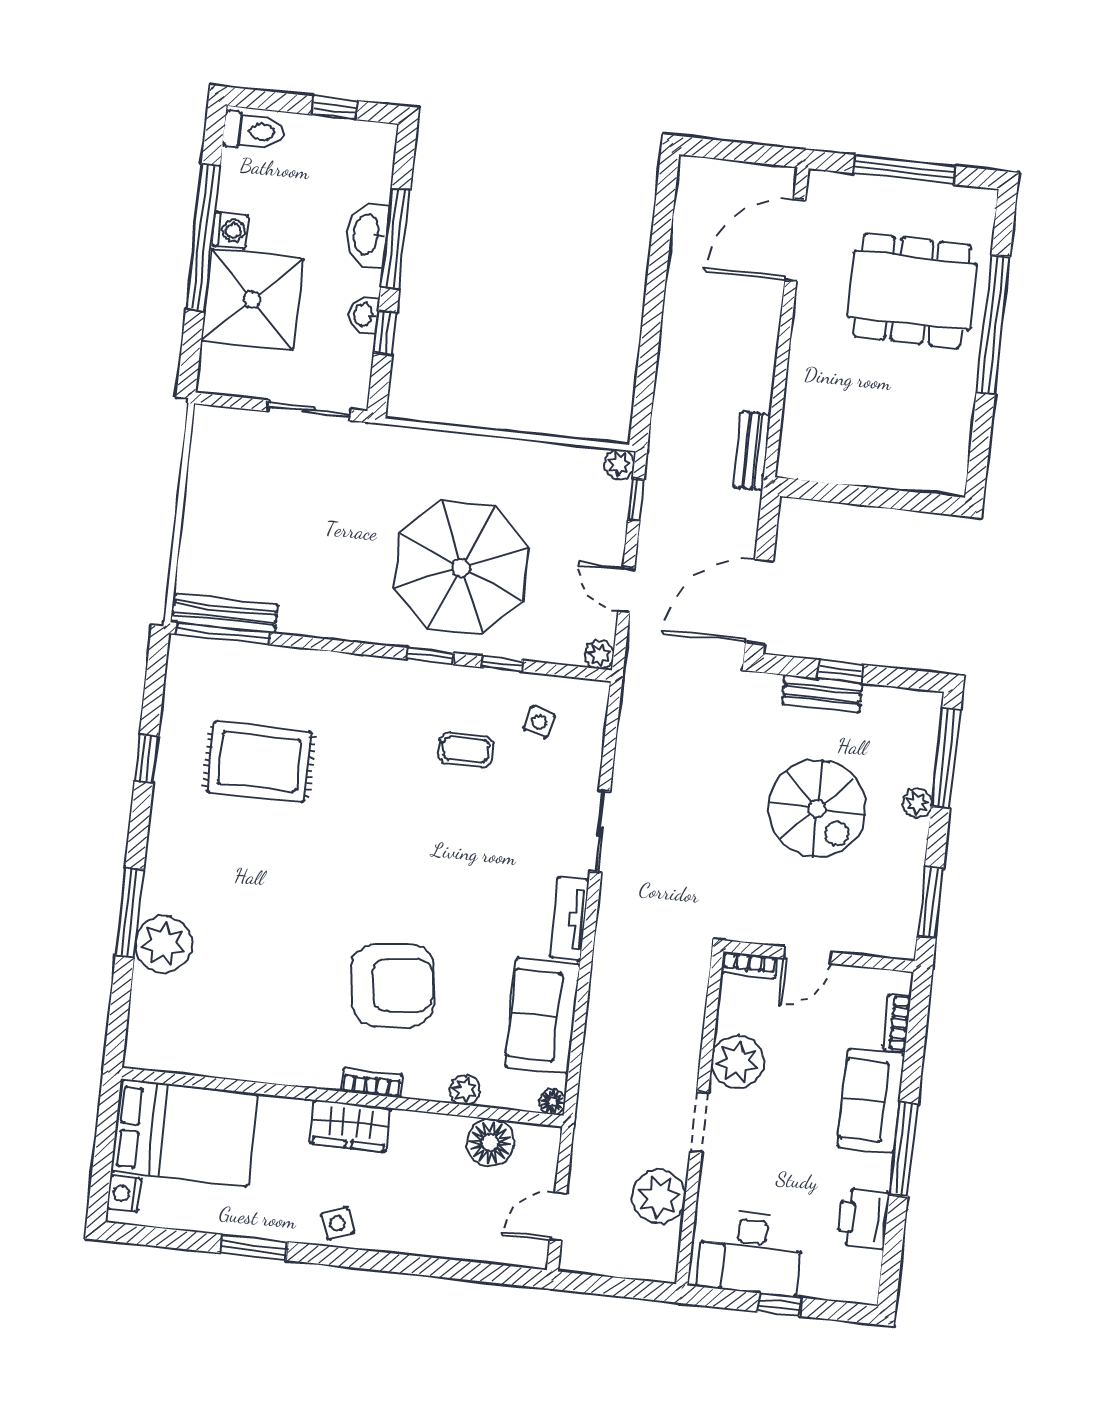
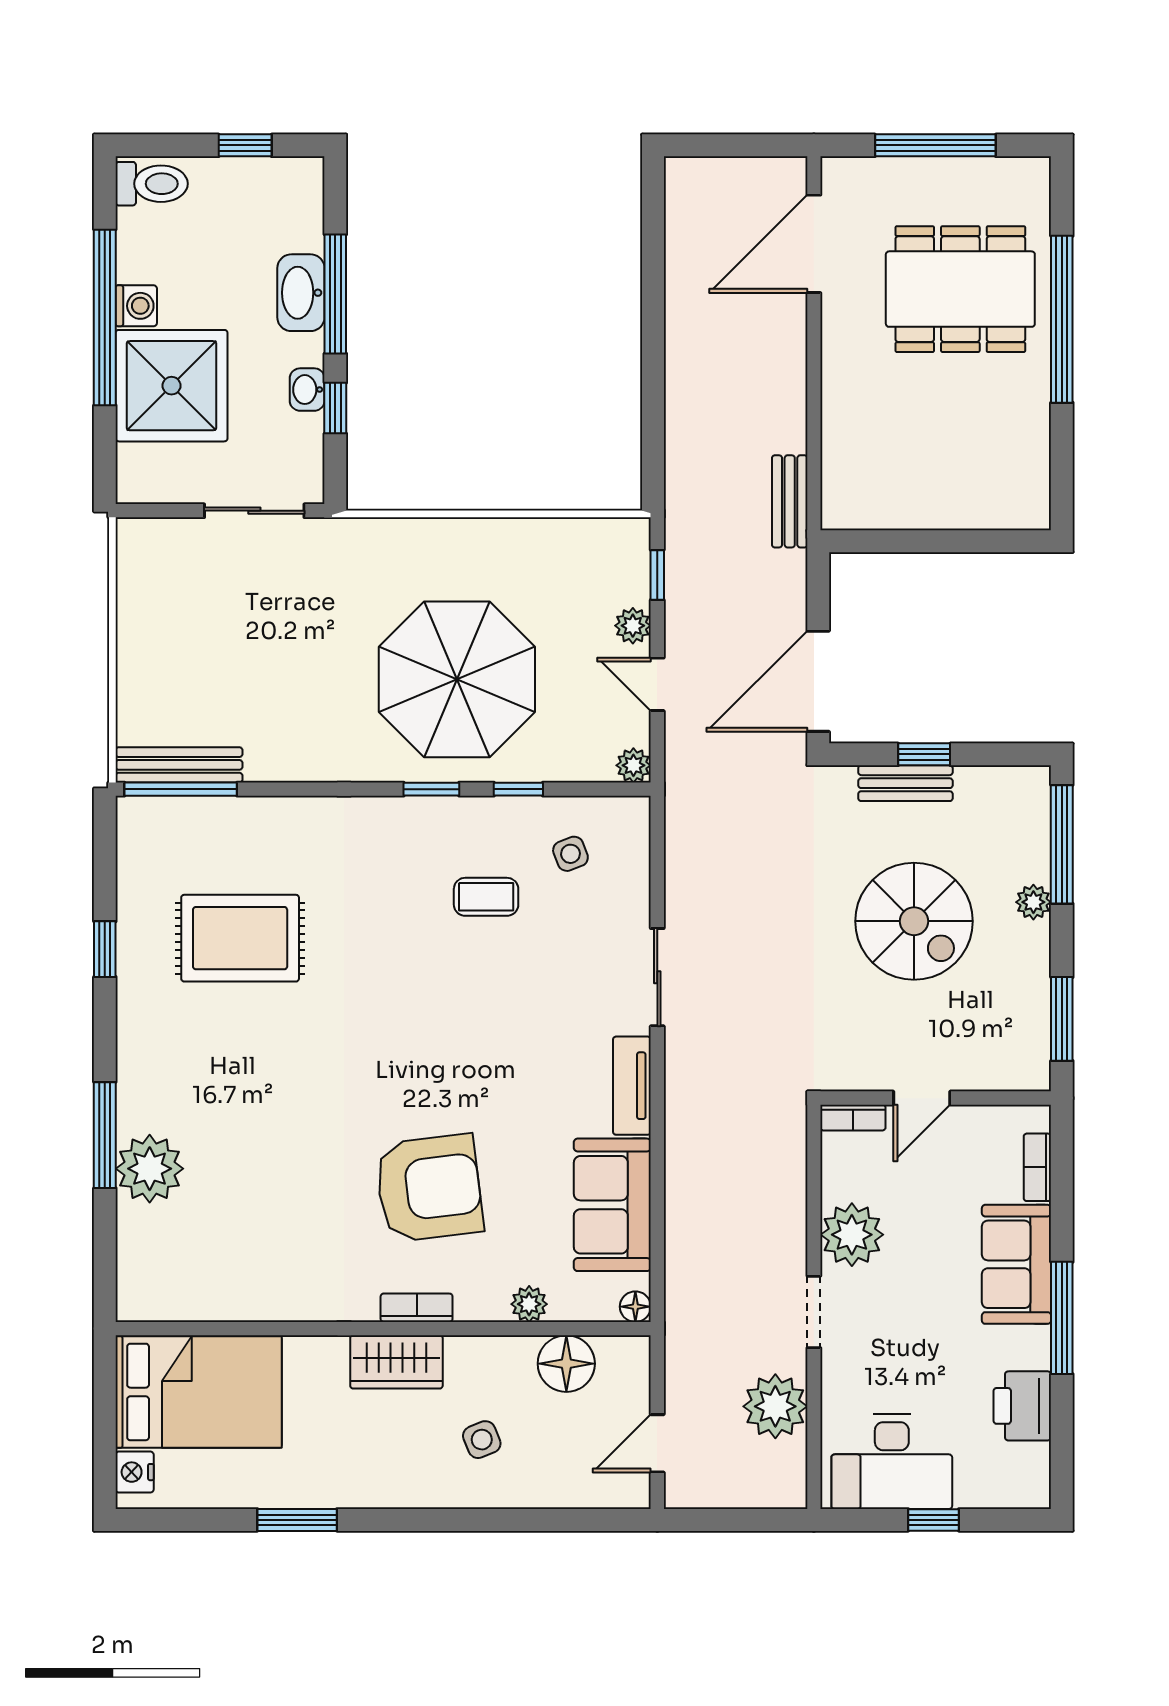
plant: (619, 464) -> (633, 626), moved
side table: (539, 722) -> (570, 854), turned -38
side table: (337, 1223) -> (482, 1440), moved

